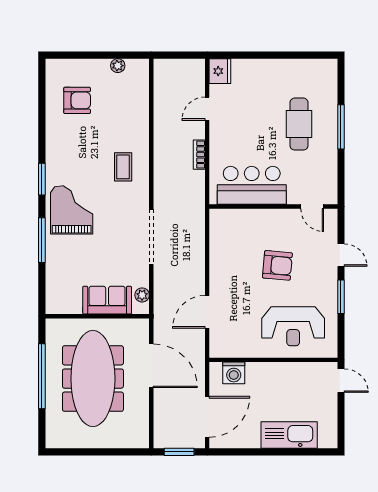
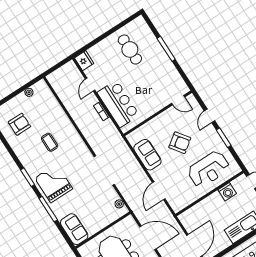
cafe table: (299, 124) -> (130, 49), moved
coffee table: (123, 167) -> (50, 142), moved
bar counter: (252, 185) -> (118, 104), moved, turned 90
sofa: (223, 253) -> (147, 155), added
door: (341, 255) -> (210, 116), swing flipped
armchair: (277, 265) -> (180, 143), turned 49
sofa: (107, 300) -> (74, 229), moved, turned 90
washing machine: (234, 373) -> (227, 192), moved

